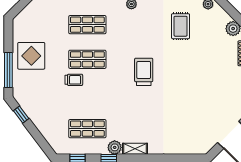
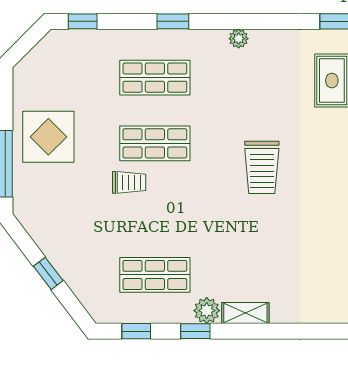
trolley: (144, 72) -> (262, 167), turned 180
window: (21, 115) -> (48, 273), moved

